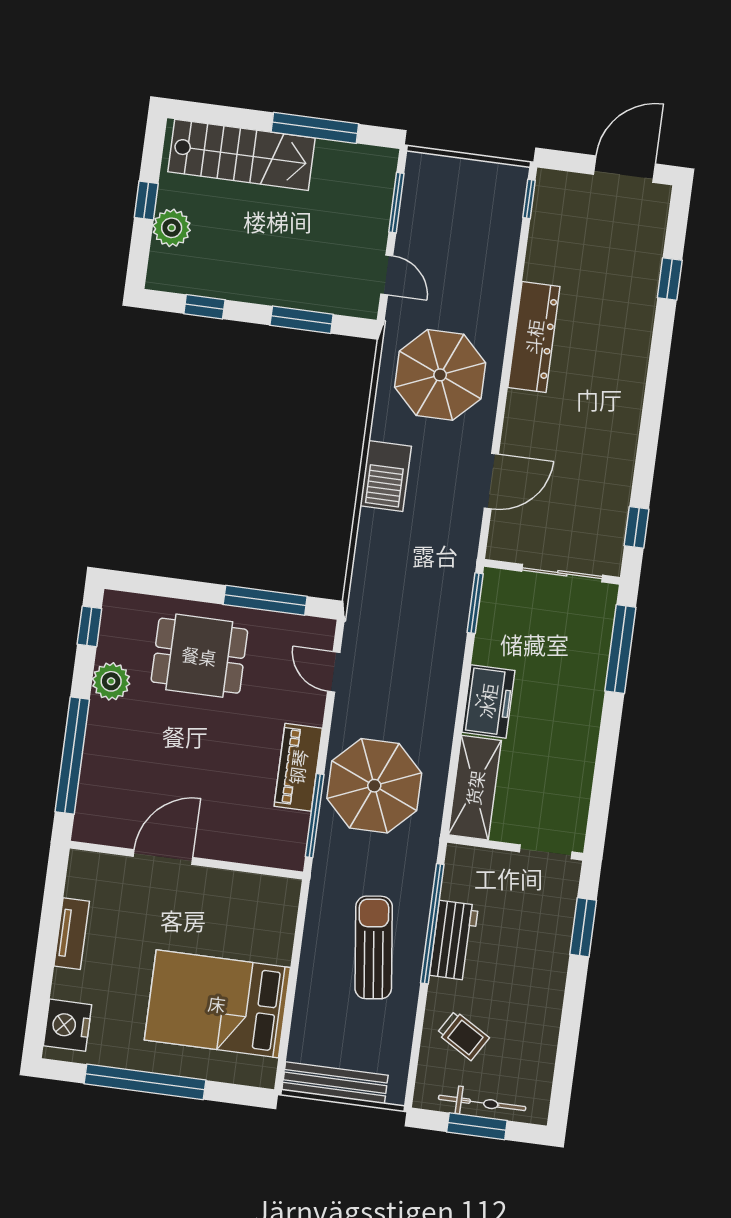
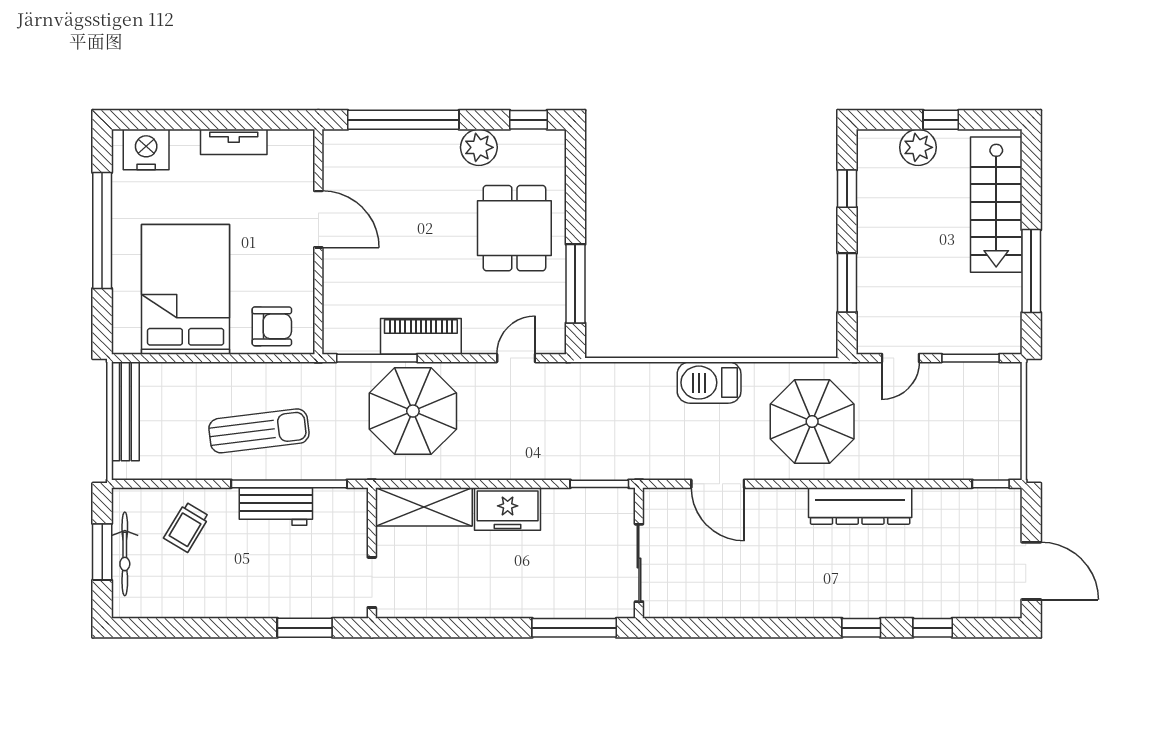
window: (637, 527) -> (861, 628), moved
armchair: (267, 920) -> (272, 326), added

